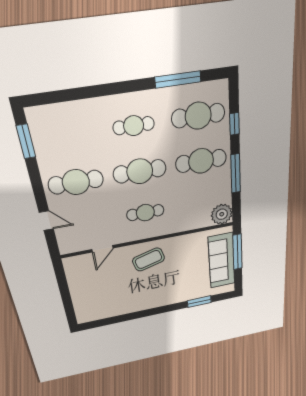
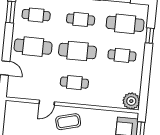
cafe table: (66, 136) -> (36, 15), added
cafe table: (201, 161) -> (122, 55), width x0.73, depth x0.74
window: (236, 174) -> (146, 72), removed
door: (102, 249) -> (47, 103), moved

